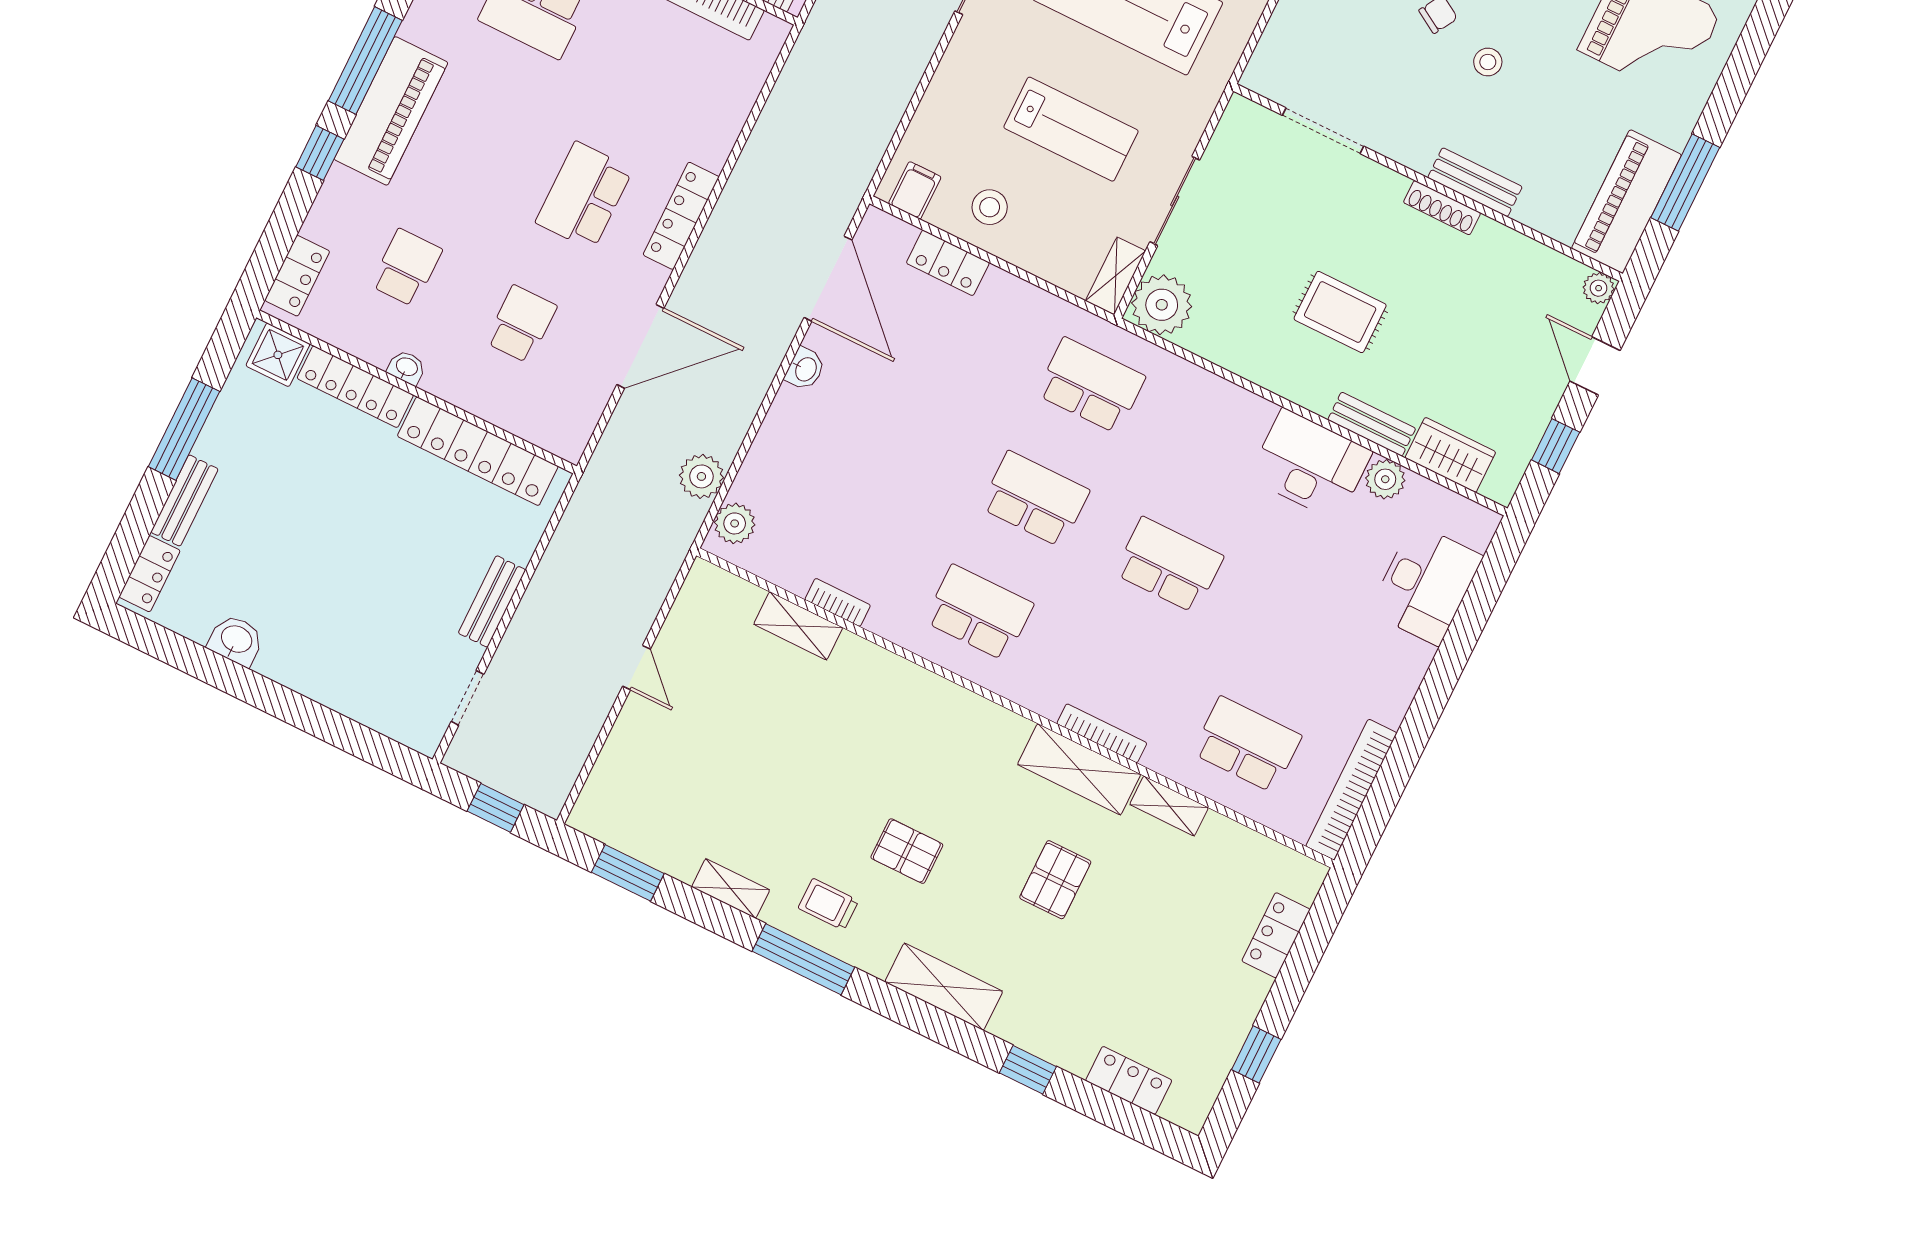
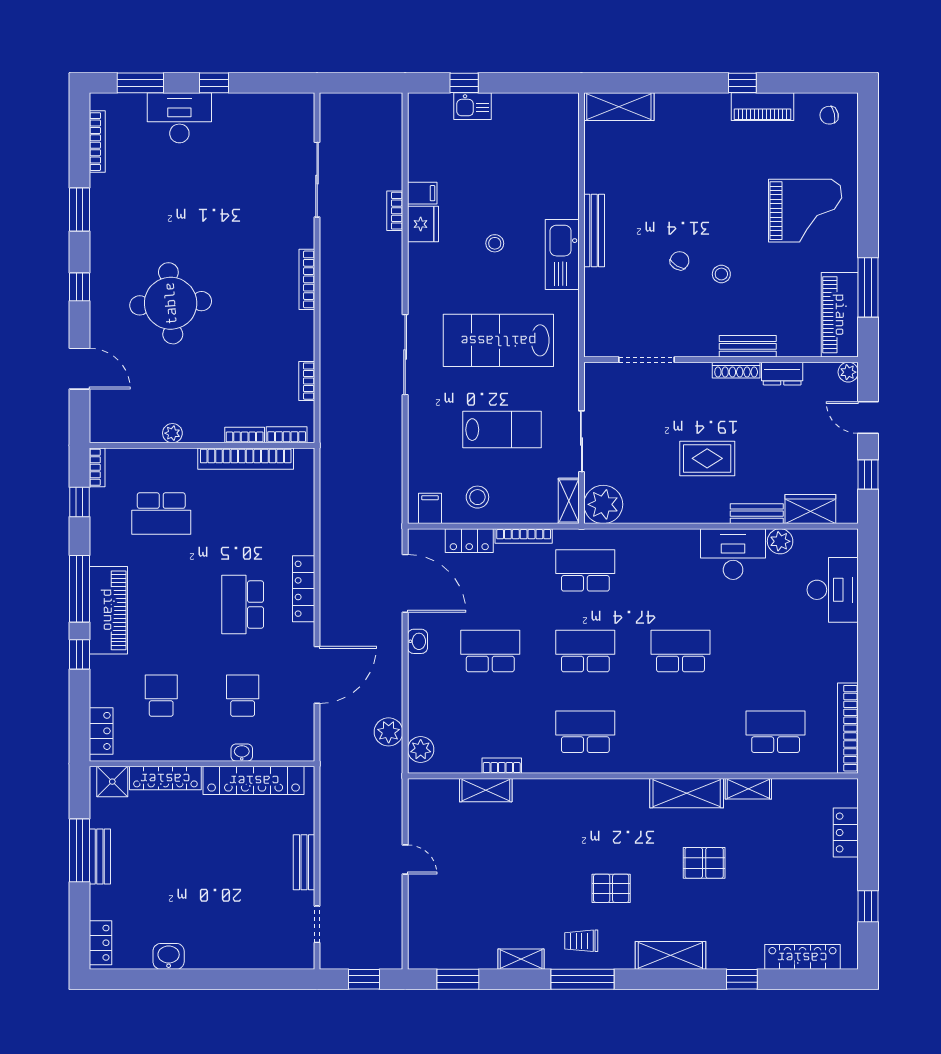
dresser: (1505, 244) -> (782, 374), added
washbasin: (407, 367) -> (242, 753), moved
school desk: (901, 433) -> (490, 651), added
bench: (184, 500) -> (100, 857), moved
bookcase: (1102, 733) -> (524, 536), moved, turned 180
pallet: (1055, 880) -> (704, 863), turned 90
locker: (1129, 1080) -> (802, 957), width x1.53

